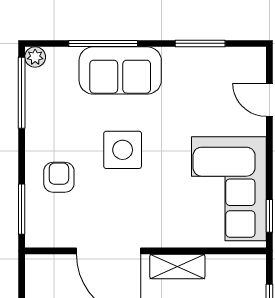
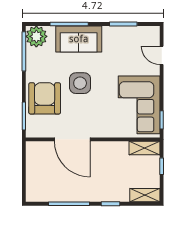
plant: (35, 57) -> (36, 36), width x1.88, depth x1.88
armchair: (59, 177) -> (45, 98), width x1.88, depth x1.88
shelving: (177, 266) -> (145, 148), moved

